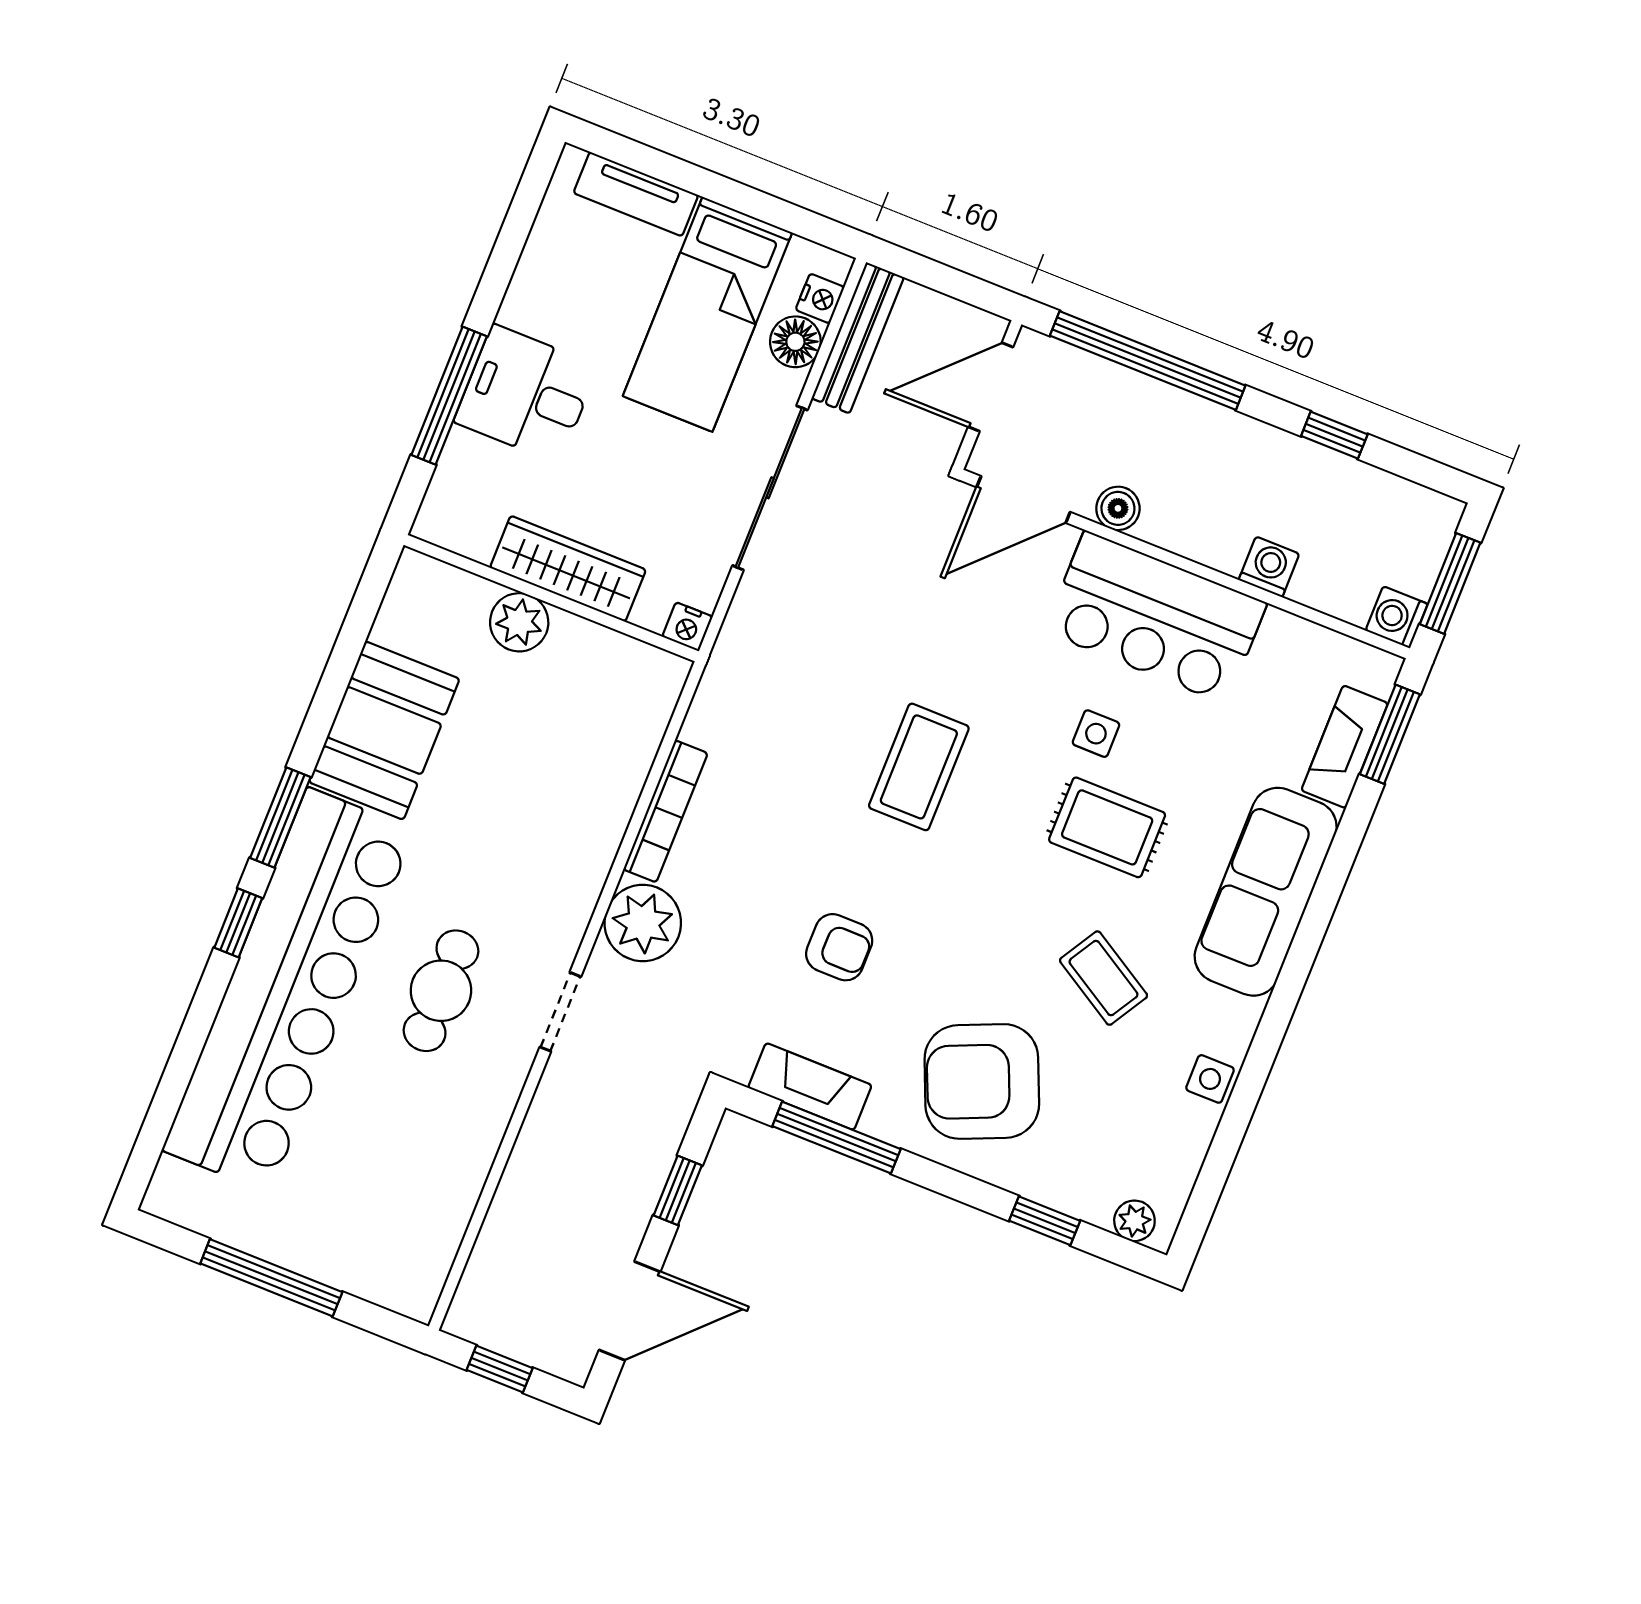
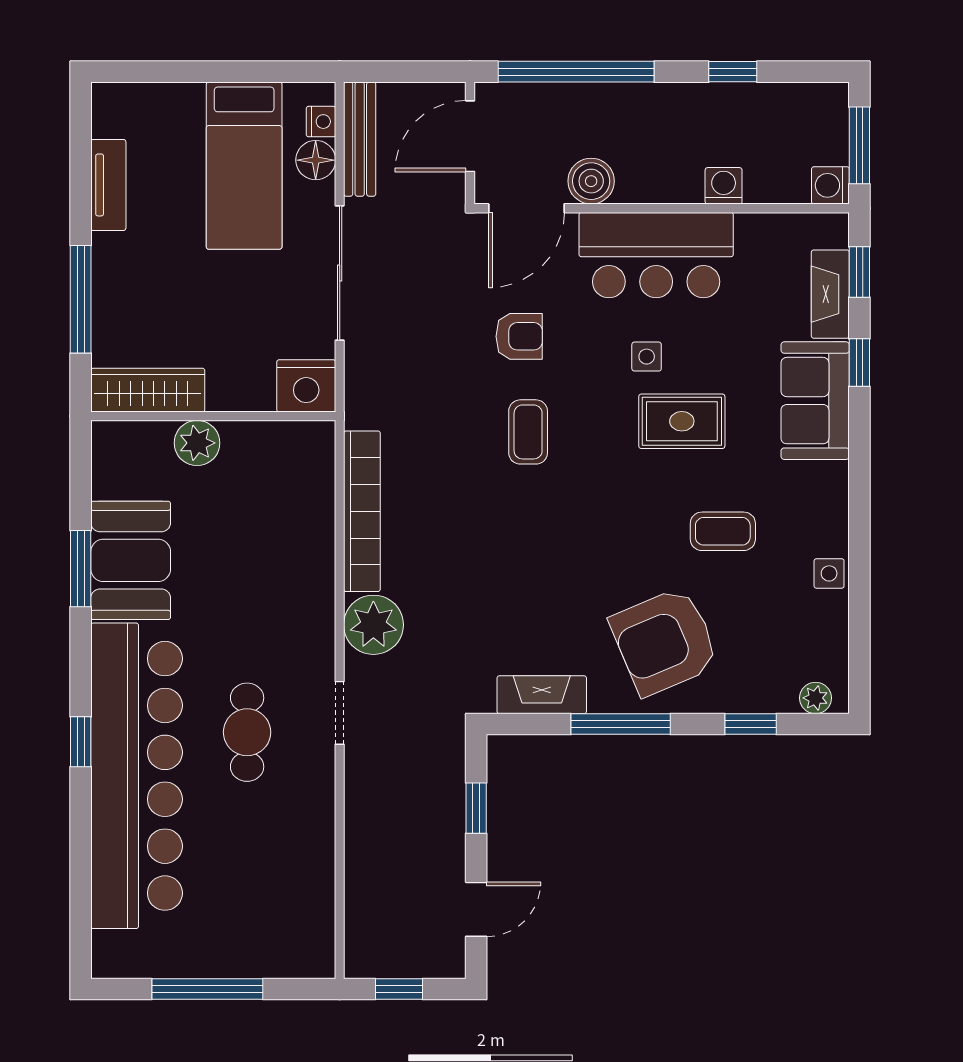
tv unit: (636, 194) -> (108, 185), moved, turned -90
desk: (526, 394) -> (136, 276), removed
boiler: (1118, 508) -> (591, 181), width x1.36, depth x1.36
wardrobe: (568, 569) -> (148, 390), moved
nightstand: (687, 627) -> (306, 386), width x1.89, depth x1.79
window: (1390, 734) -> (859, 272), width x0.67
coffee table: (919, 767) -> (528, 432), width x0.73, depth x0.77
bookcase: (665, 811) -> (362, 511), width x1.48, depth x1.31
window: (280, 818) -> (81, 569), moved
window: (1347, 842) -> (859, 363), added
sofa: (1266, 892) -> (815, 401), width x0.73
armchair: (839, 947) -> (519, 336), moved
coffee table: (1104, 978) -> (723, 531), turned -31
window: (836, 1138) -> (621, 724), moved
door: (630, 1311) -> (476, 909), width x0.73

